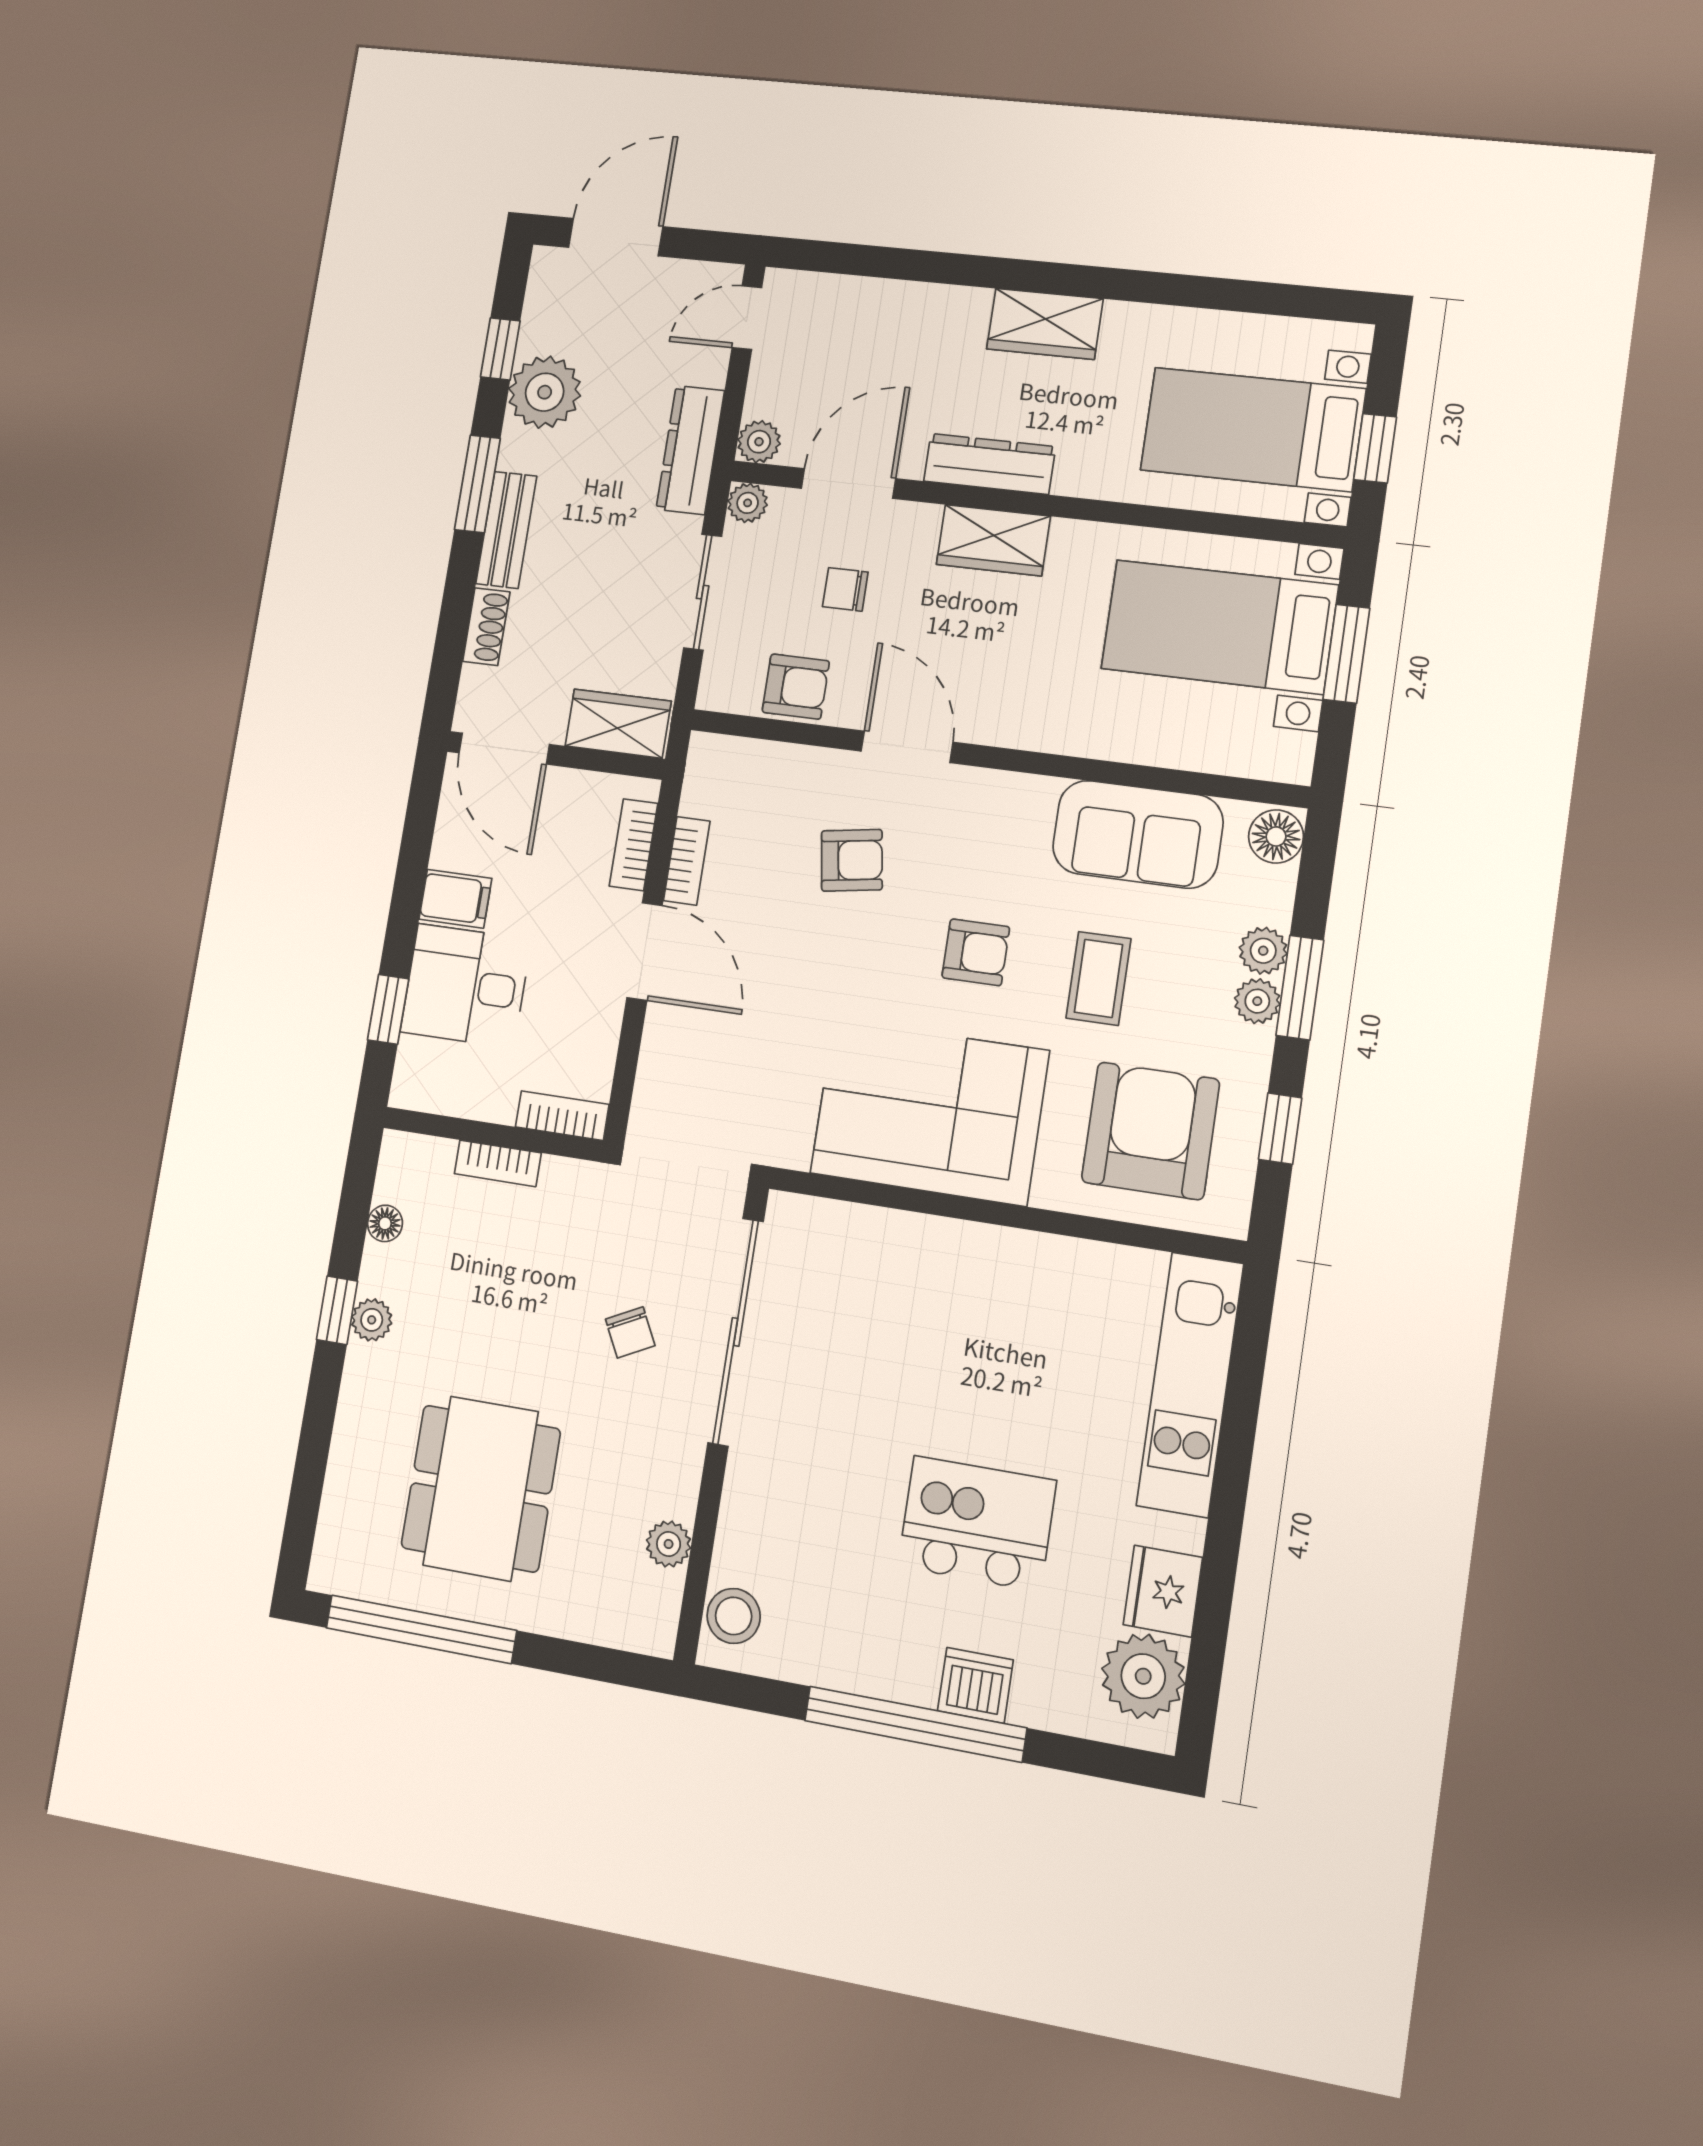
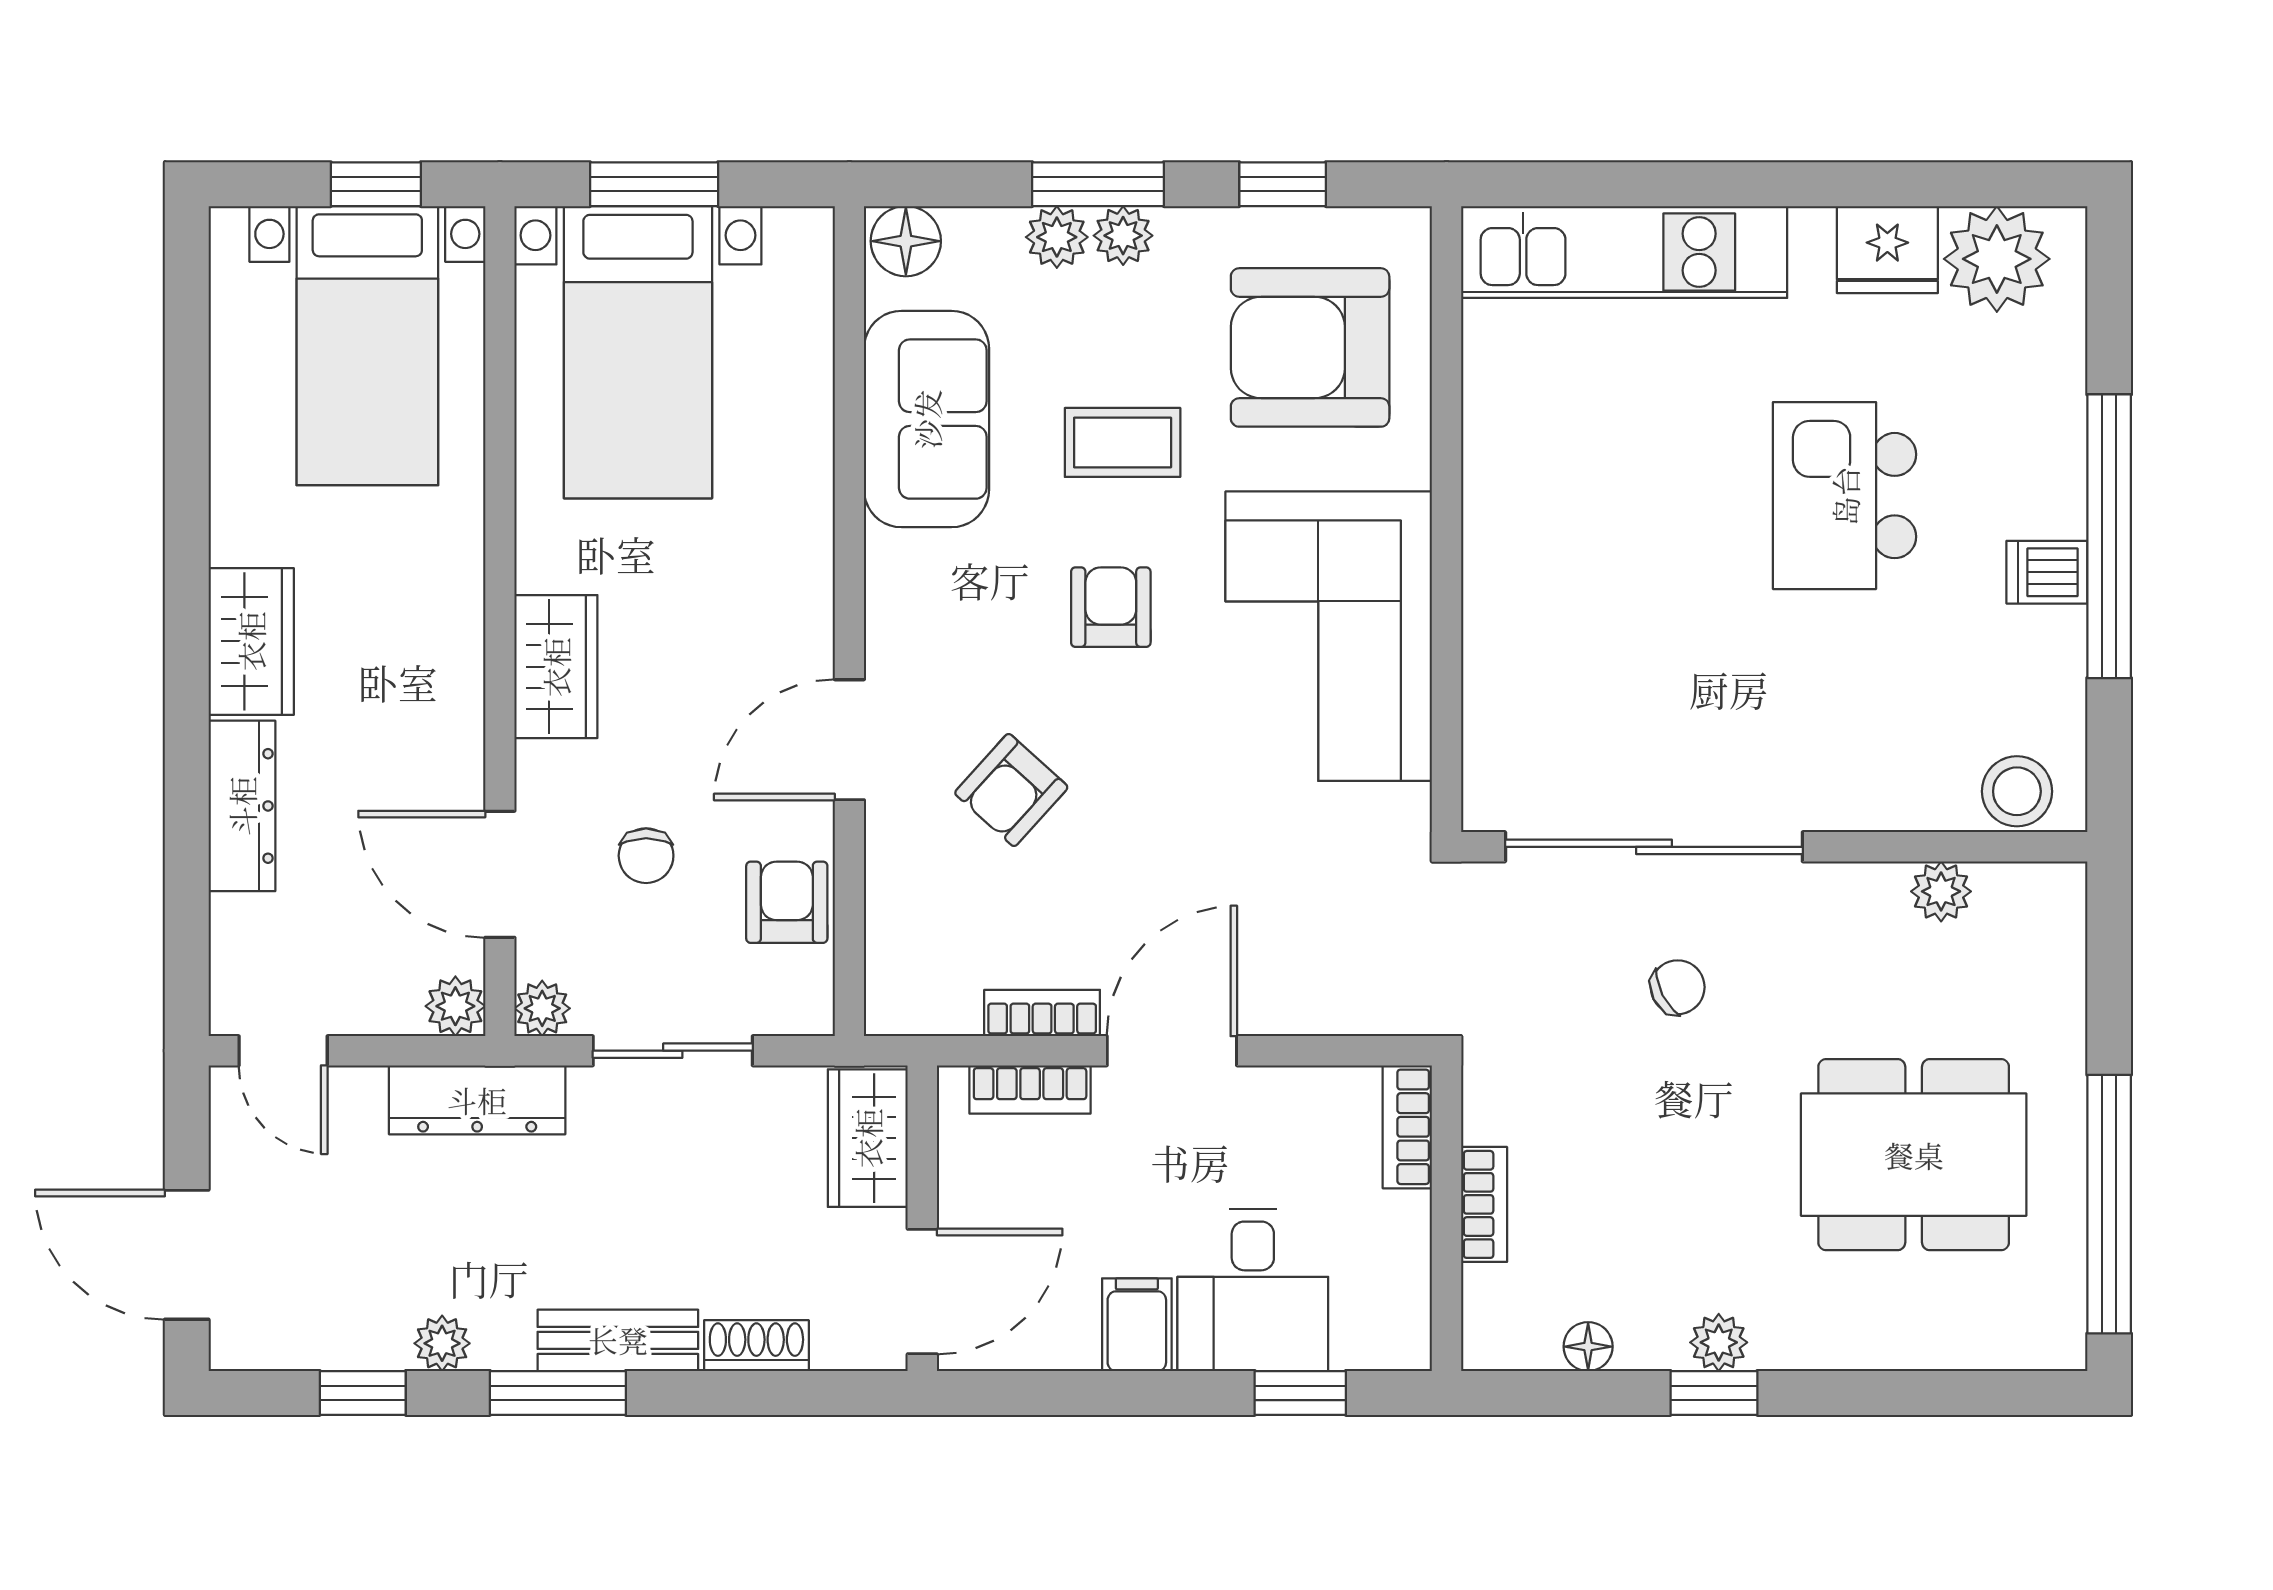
plant: (545, 392) -> (442, 1343), width x0.53, depth x0.53
dresser: (990, 464) -> (242, 806), moved, turned 180
armchair: (852, 860) -> (1011, 790), turned -129
dishwasher: (975, 1685) -> (2047, 572), moved, width x0.73

